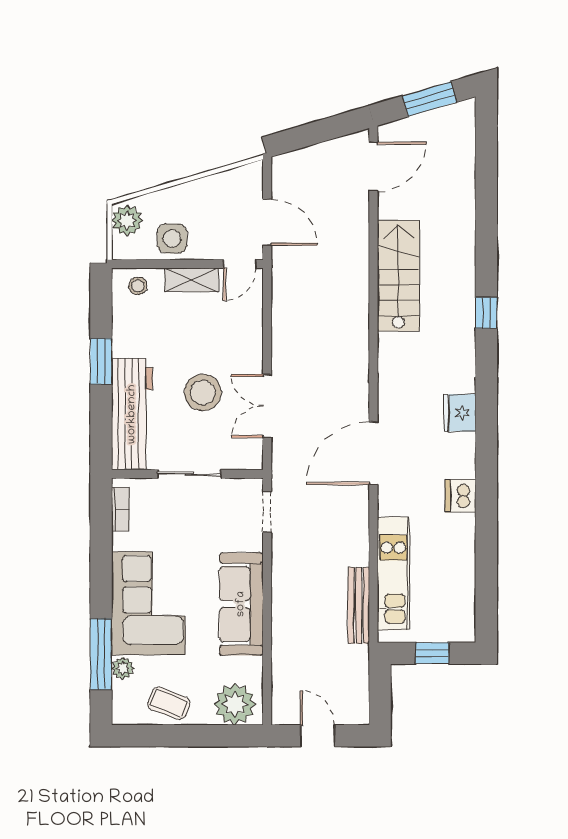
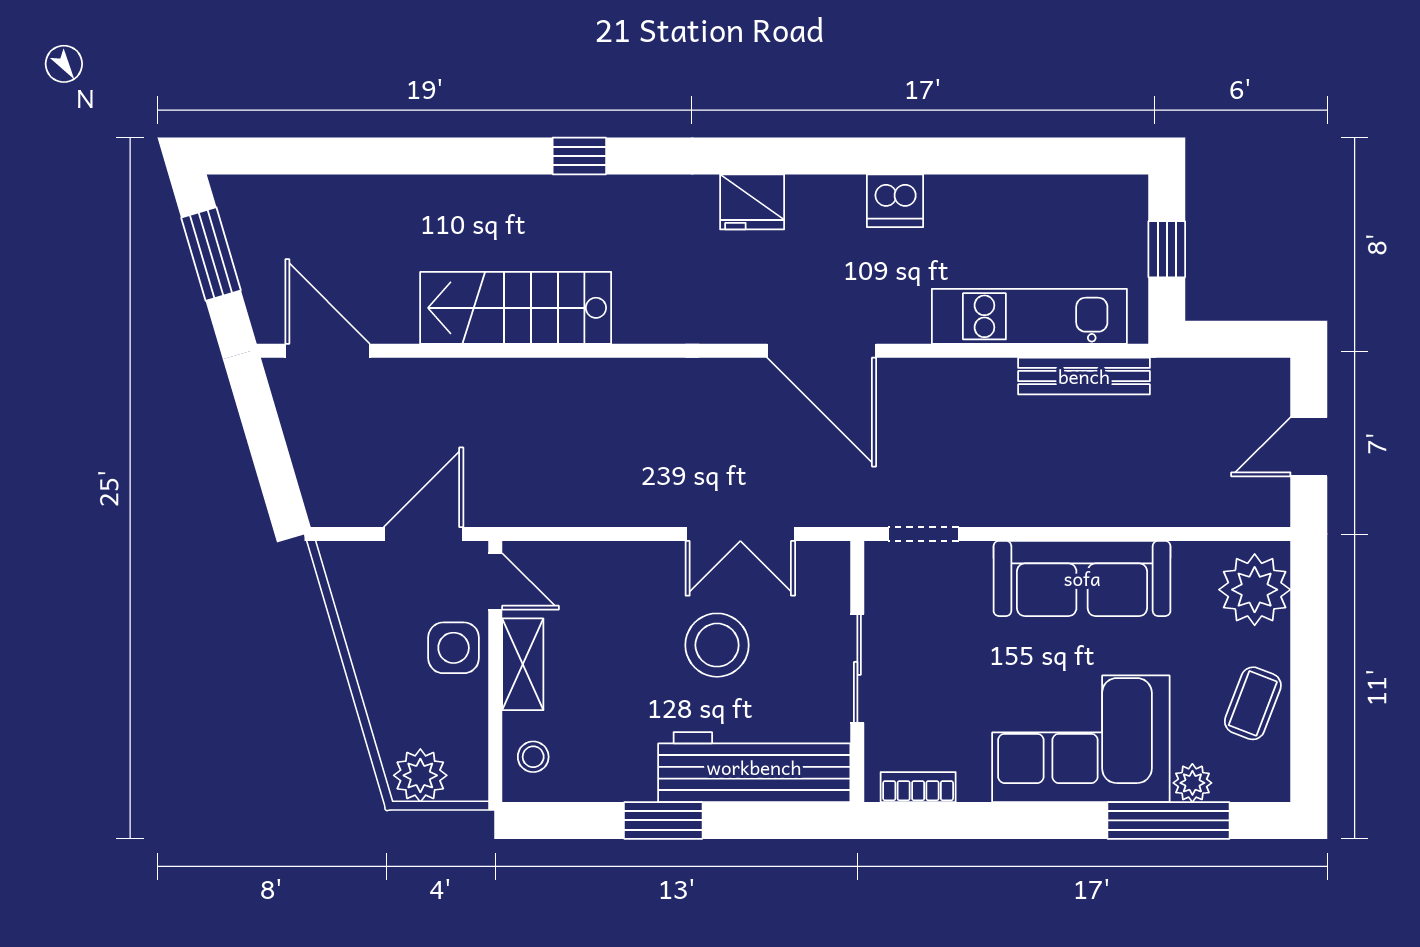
side table: (172, 239) -> (454, 648), moved

